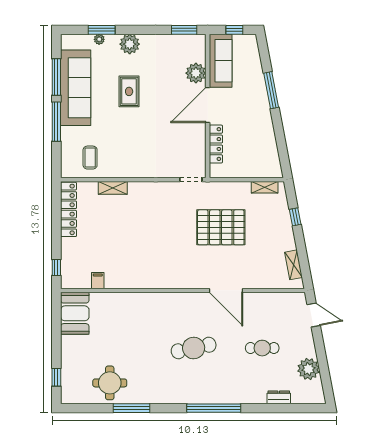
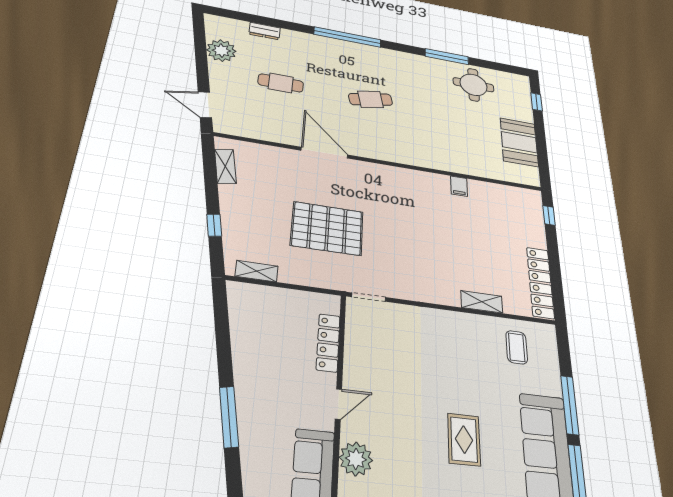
door: (208, 105) -> (338, 404), width x0.53
filing cabinet: (98, 281) -> (459, 186), moved
booth: (75, 313) -> (519, 142), moved
cafe table: (194, 348) -> (371, 99), width x0.73, depth x0.74

